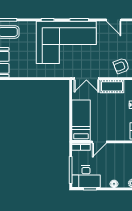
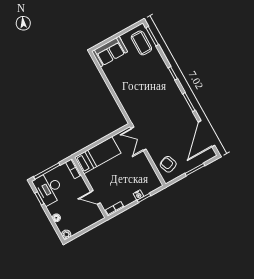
door: (114, 20) -> (206, 134), width x1.88
corner sofa: (66, 42) -> (162, 102), removed
cot: (112, 86) -> (145, 166), removed
door: (99, 142) -> (95, 197), moved

